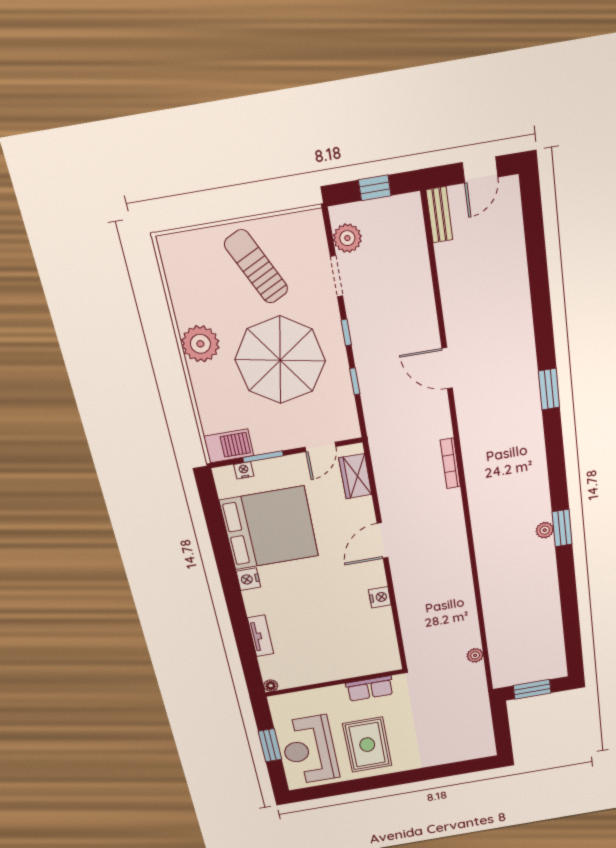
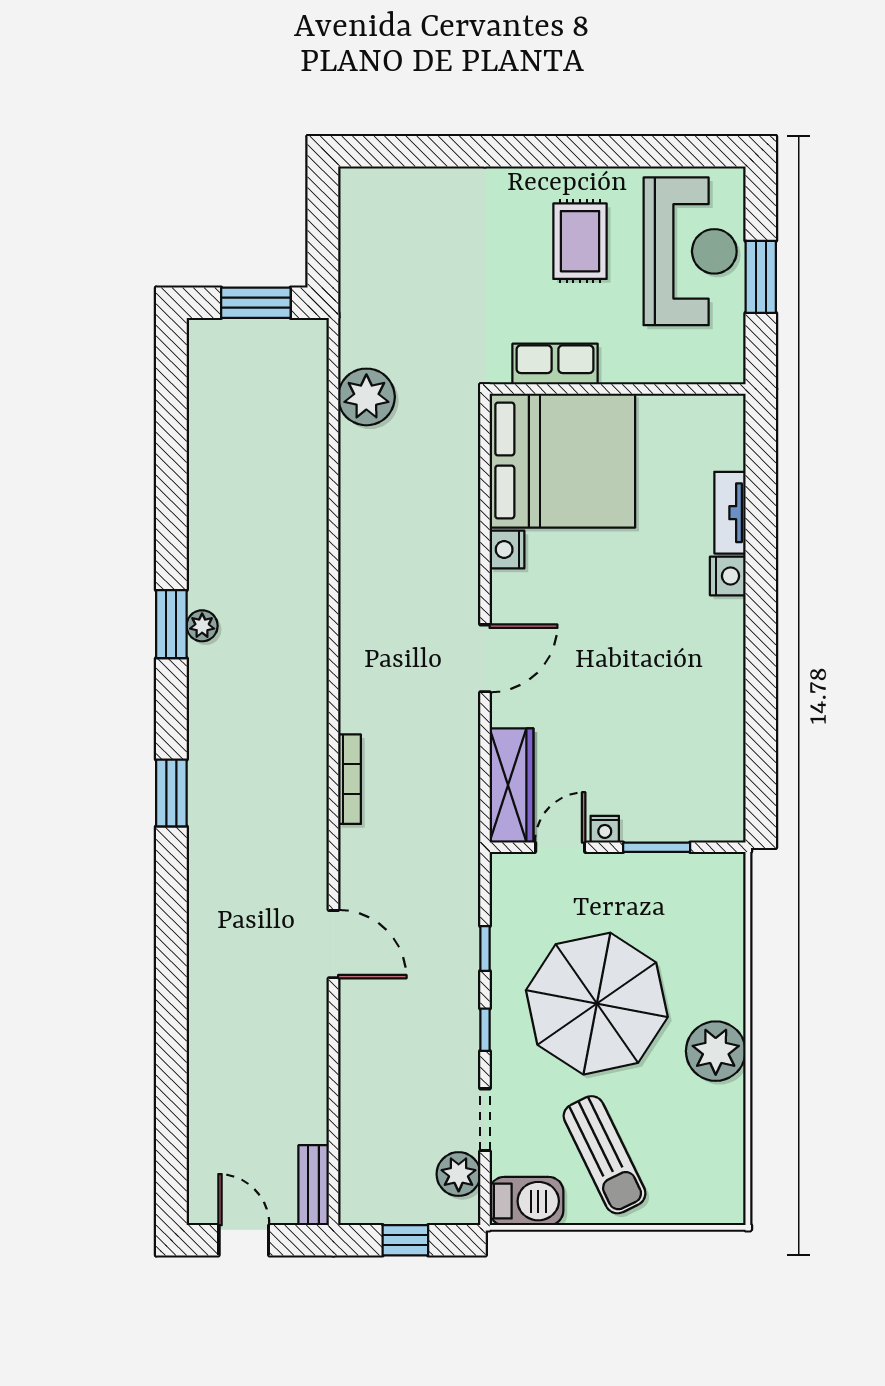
door: (480, 170) -> (244, 1240), hinge flipped
window: (549, 389) -> (171, 793), moved
barbecue: (229, 446) -> (526, 1201), moved, turned 180
nightstand: (244, 470) -> (605, 829), moved
wardrobe: (355, 476) -> (511, 785), width x1.50
bed: (269, 528) -> (562, 461), moved, turned 180
nightstand: (248, 579) -> (728, 576), moved
plant: (475, 655) -> (366, 397), width x1.88, depth x1.88
floor lamp: (271, 686) -> (733, 406), removed
rug: (367, 745) -> (580, 241), width x0.73, depth x0.70

